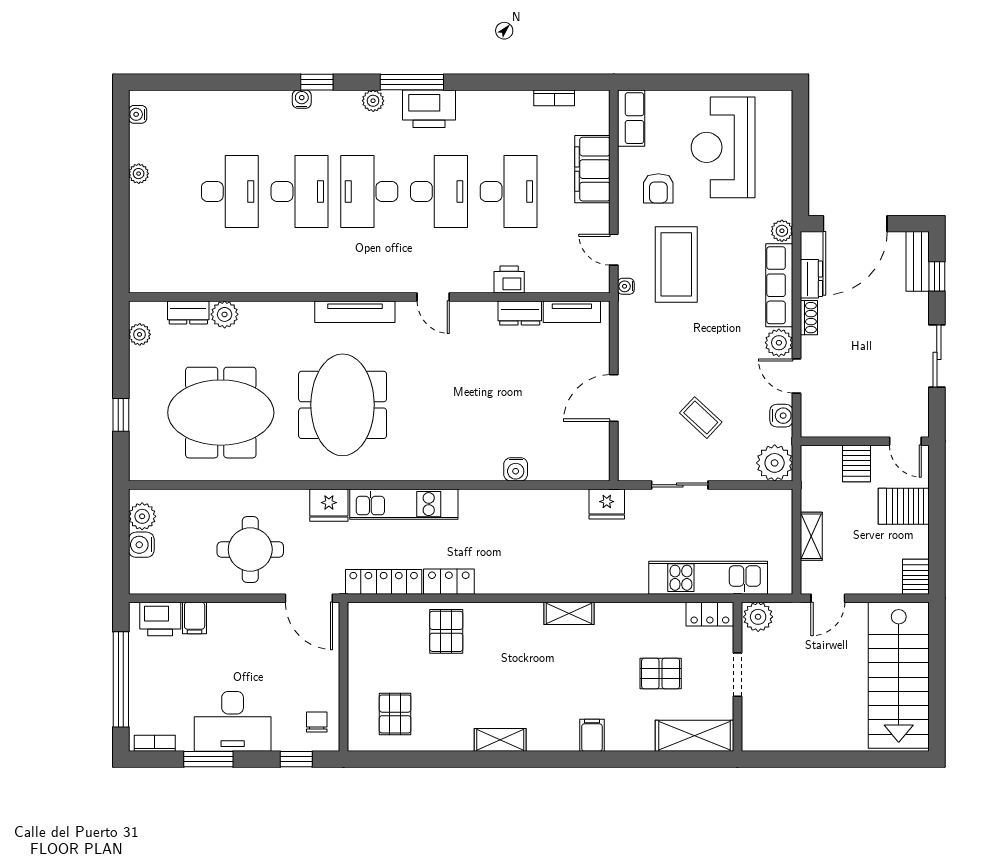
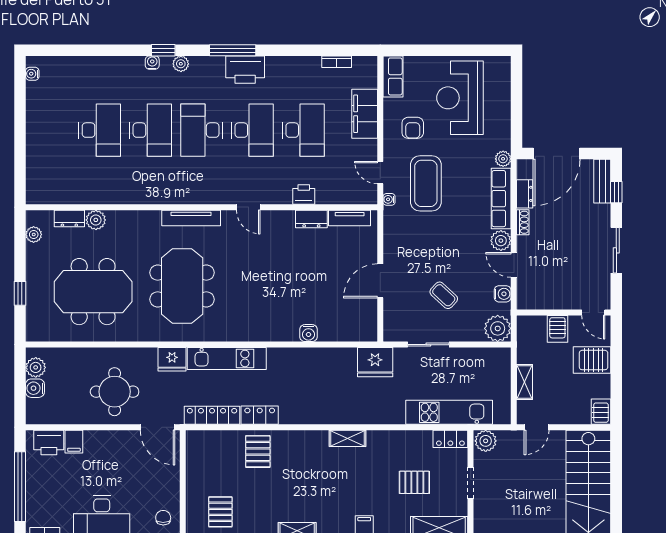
plant: (373, 101) -> (181, 64), moved
plant: (139, 174) -> (33, 117), removed
fridge: (607, 504) -> (375, 362), width x1.36, depth x1.34

